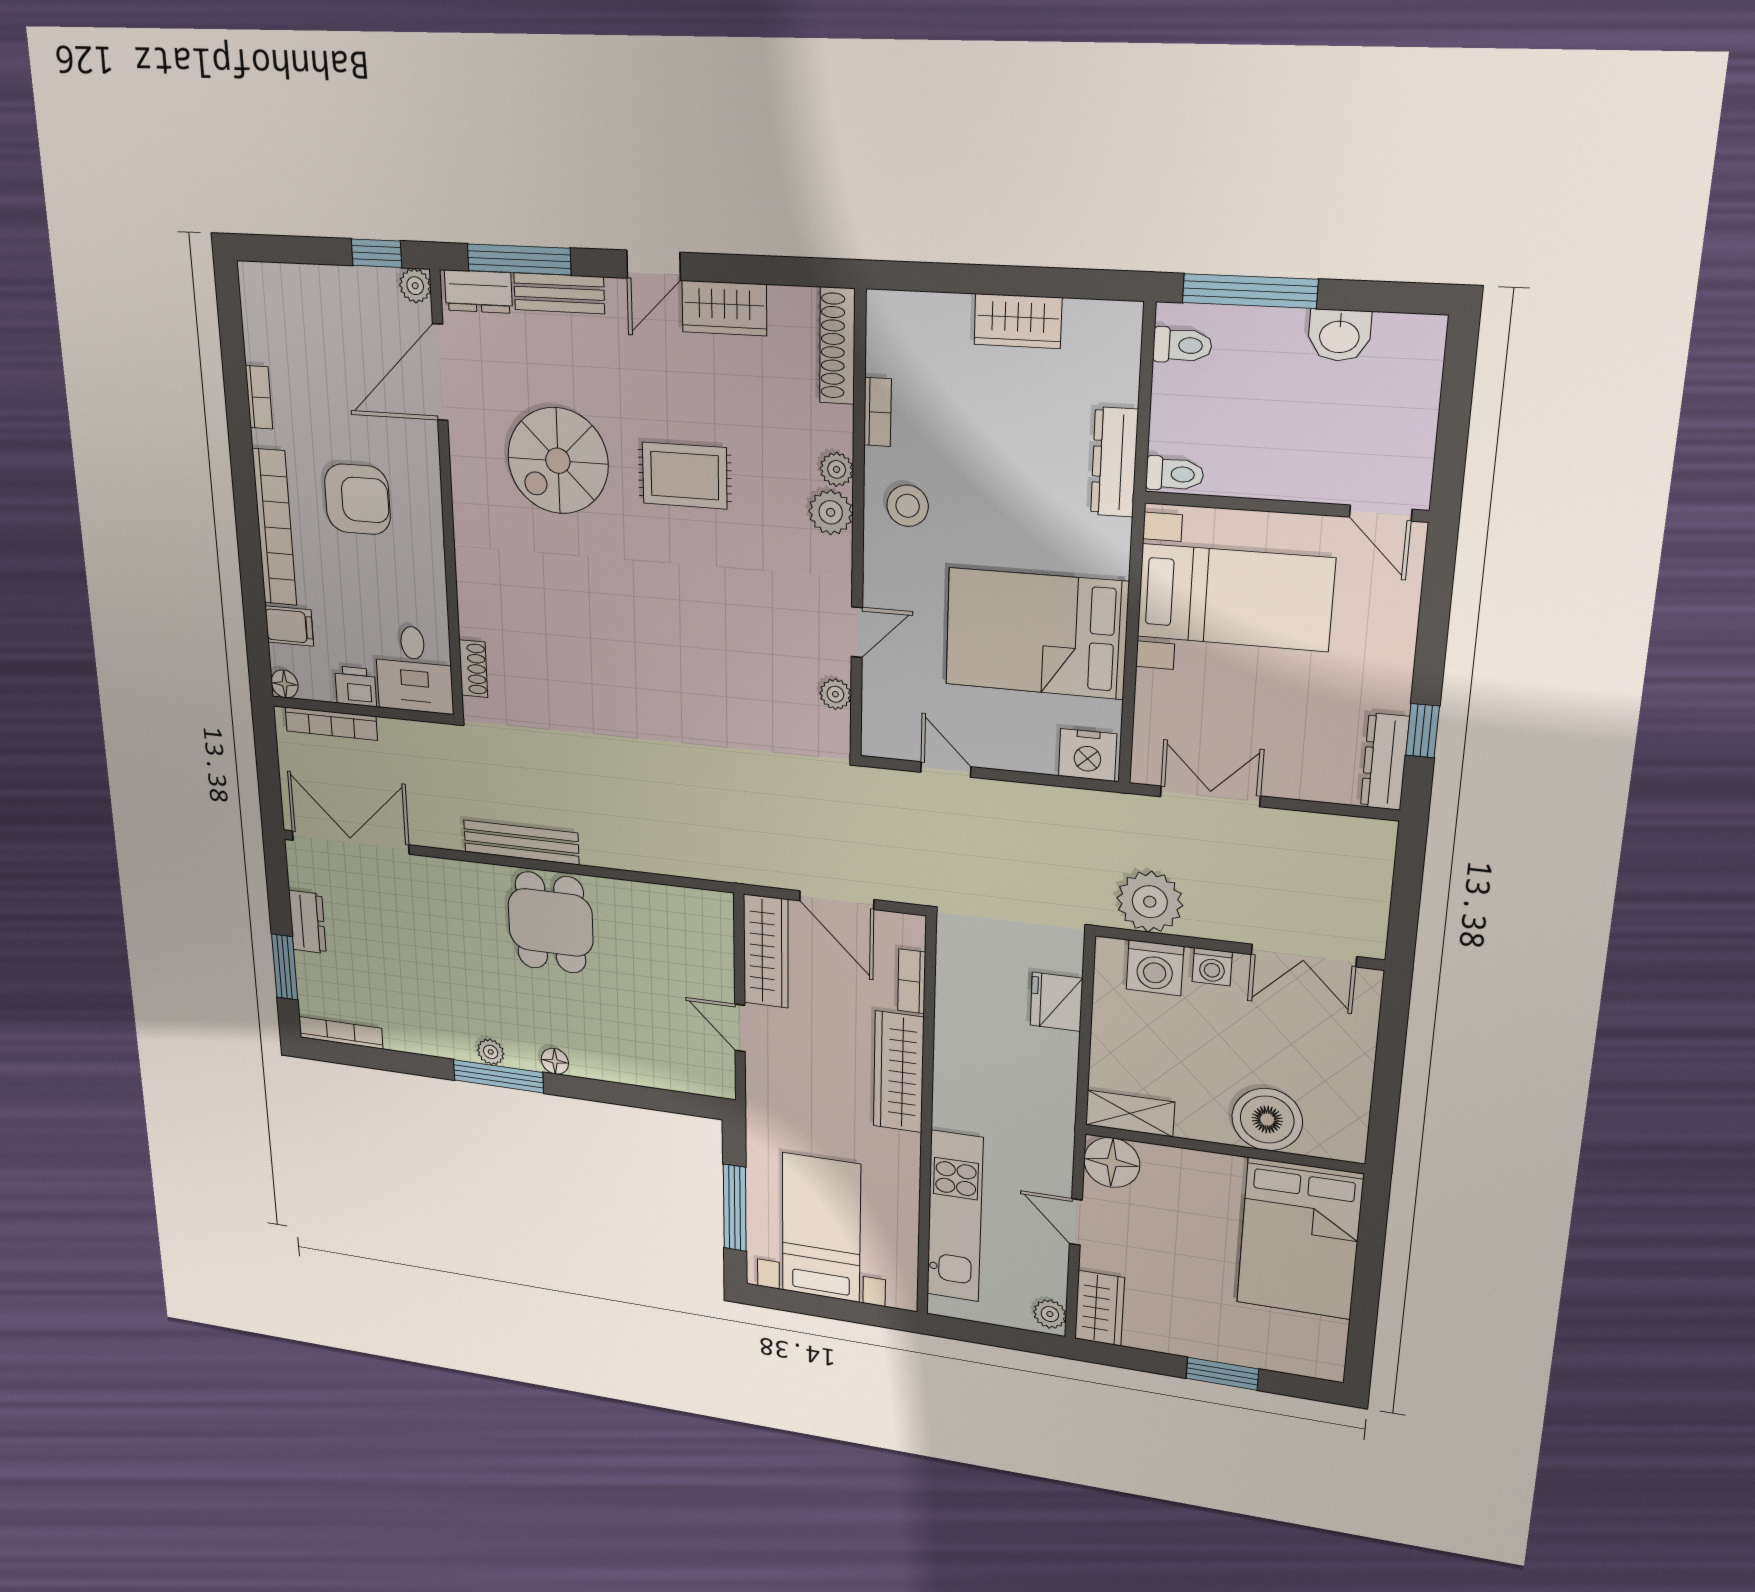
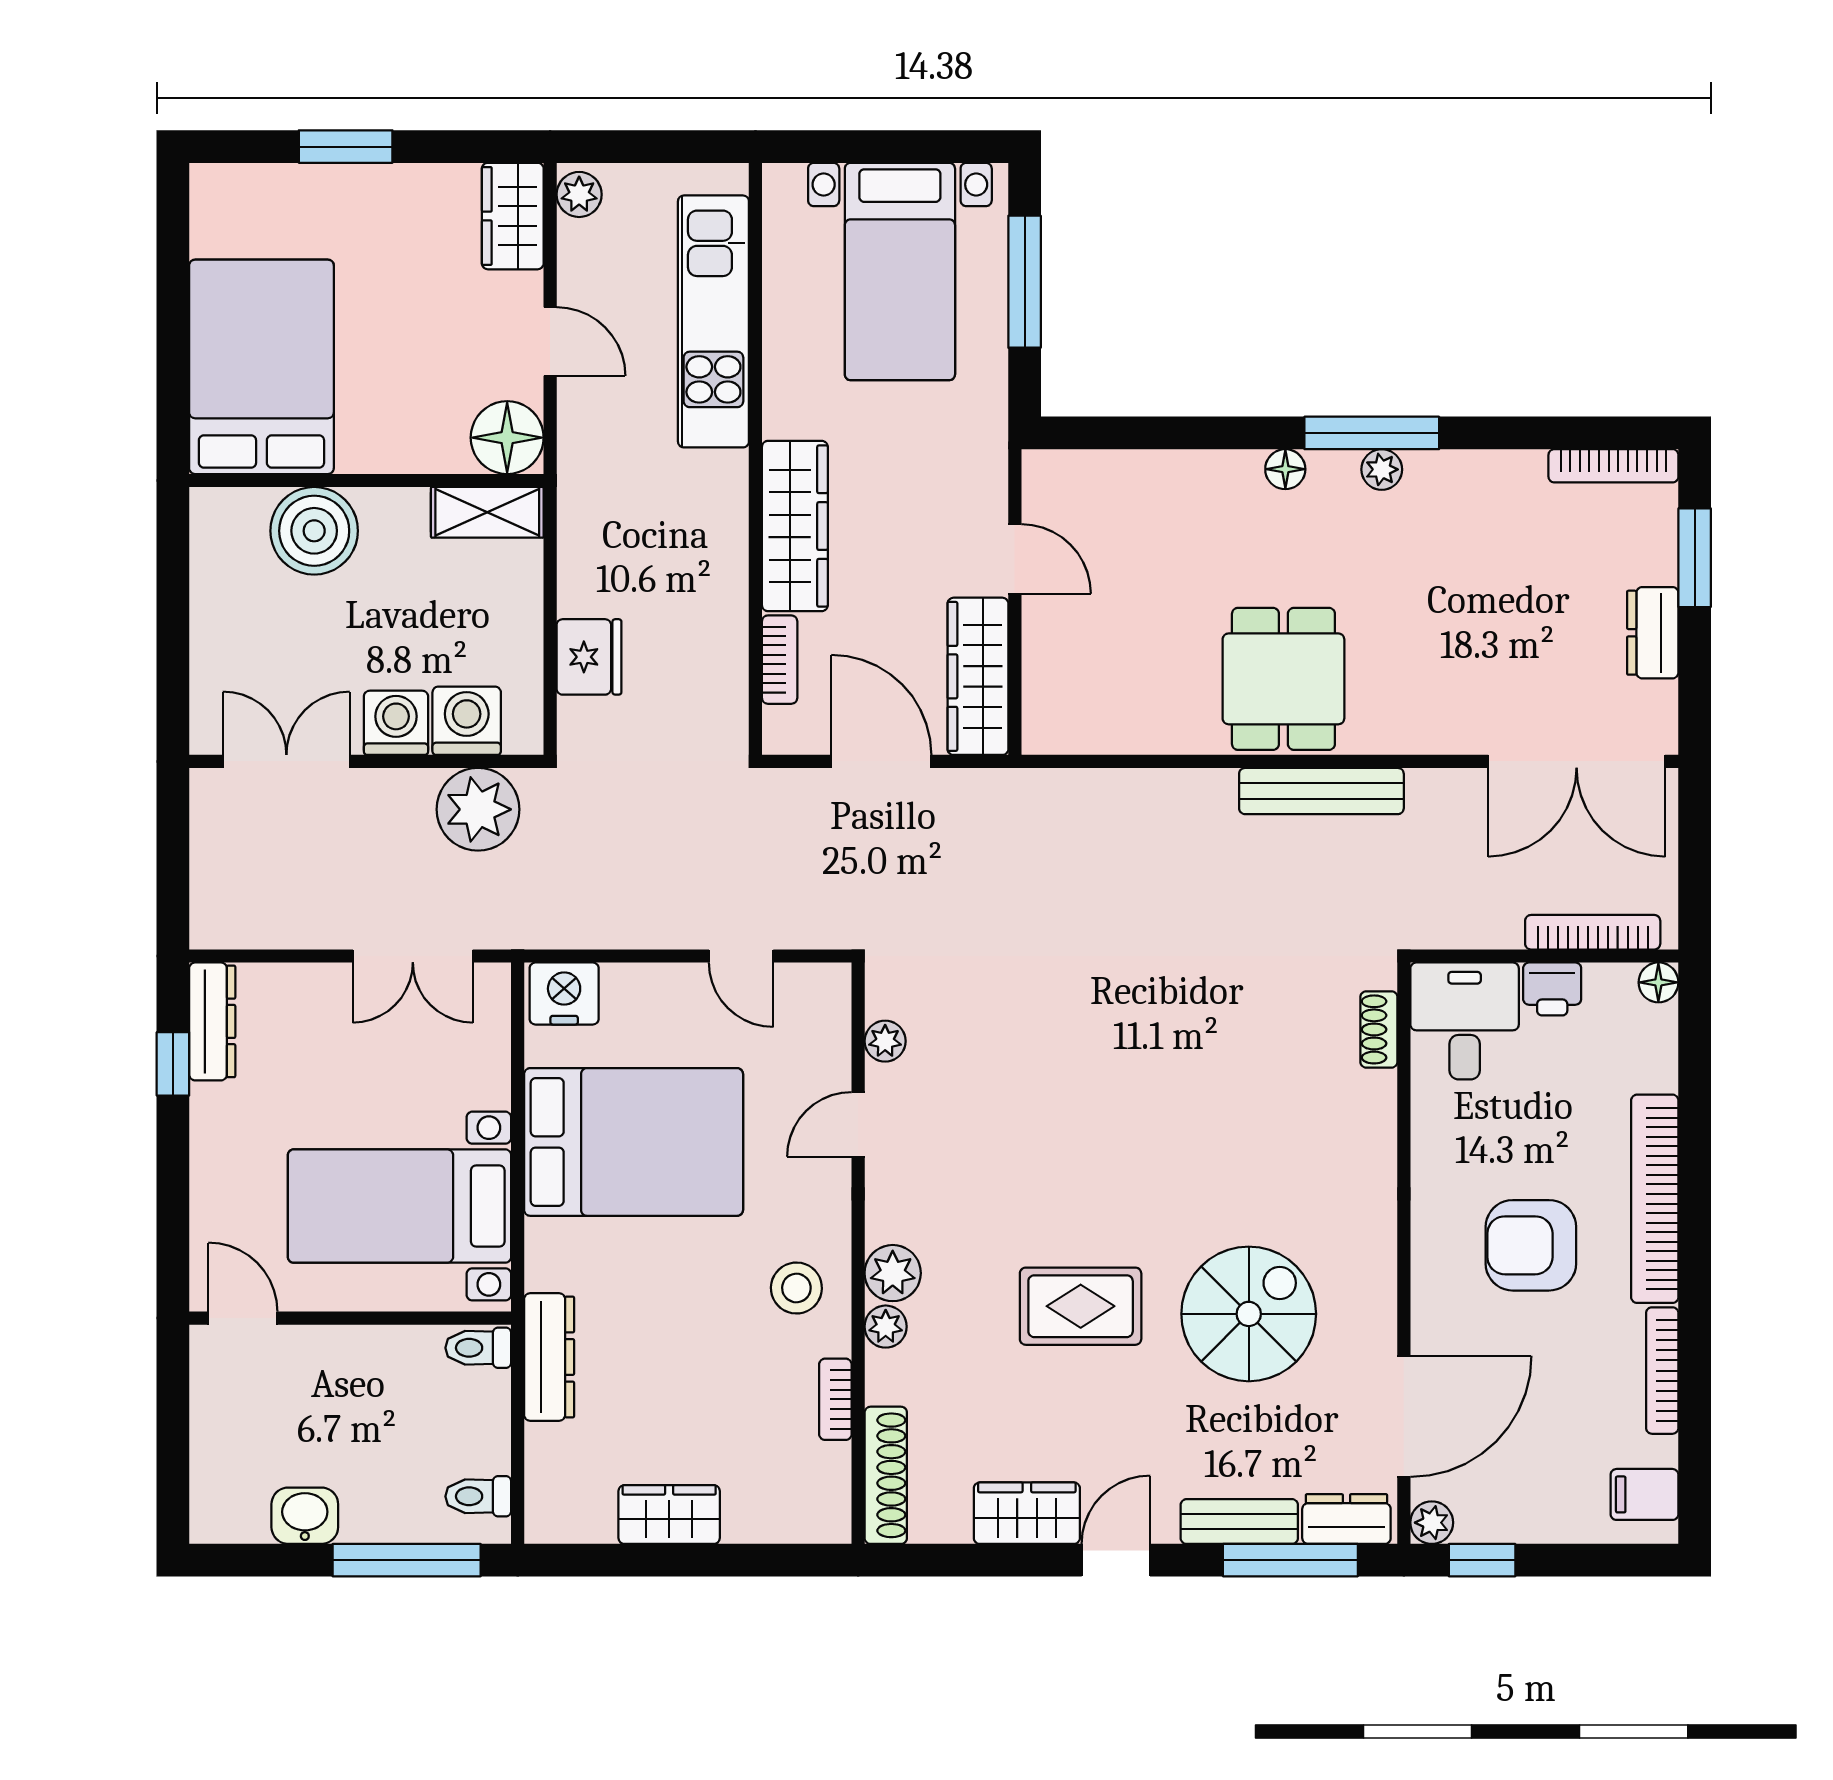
bookcase: (259, 397) -> (1662, 1371), width x1.56
filing cabinet: (289, 626) -> (1644, 1494), moved
washing machine: (1212, 967) -> (396, 723), width x1.38, depth x1.38

